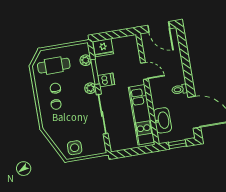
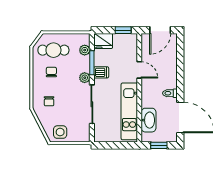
door: (159, 27) -> (160, 30), hinge flipped
window: (121, 33) -> (123, 30), added
chair: (56, 104) -> (49, 101), moved

